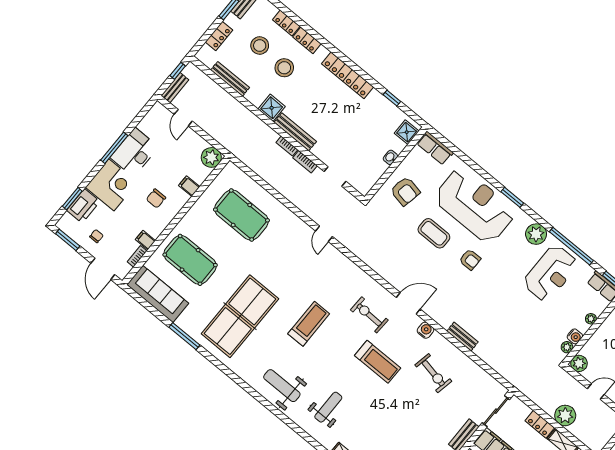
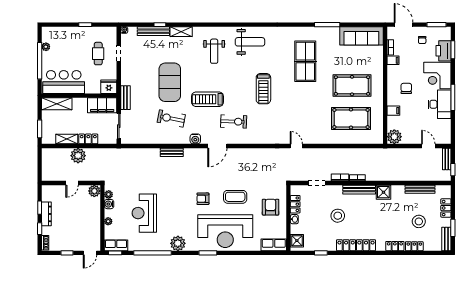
stool: (284, 68) -> (338, 216), moved
locker: (376, 173) -> (295, 204), added
armchair: (405, 191) -> (271, 207), turned 79
pool table: (190, 260) -> (352, 86), moved
reception desk: (551, 273) -> (144, 213), moved
table tennis table: (240, 316) -> (305, 61), width x0.73, depth x0.76
exercise mat: (403, 413) -> (170, 82), added

